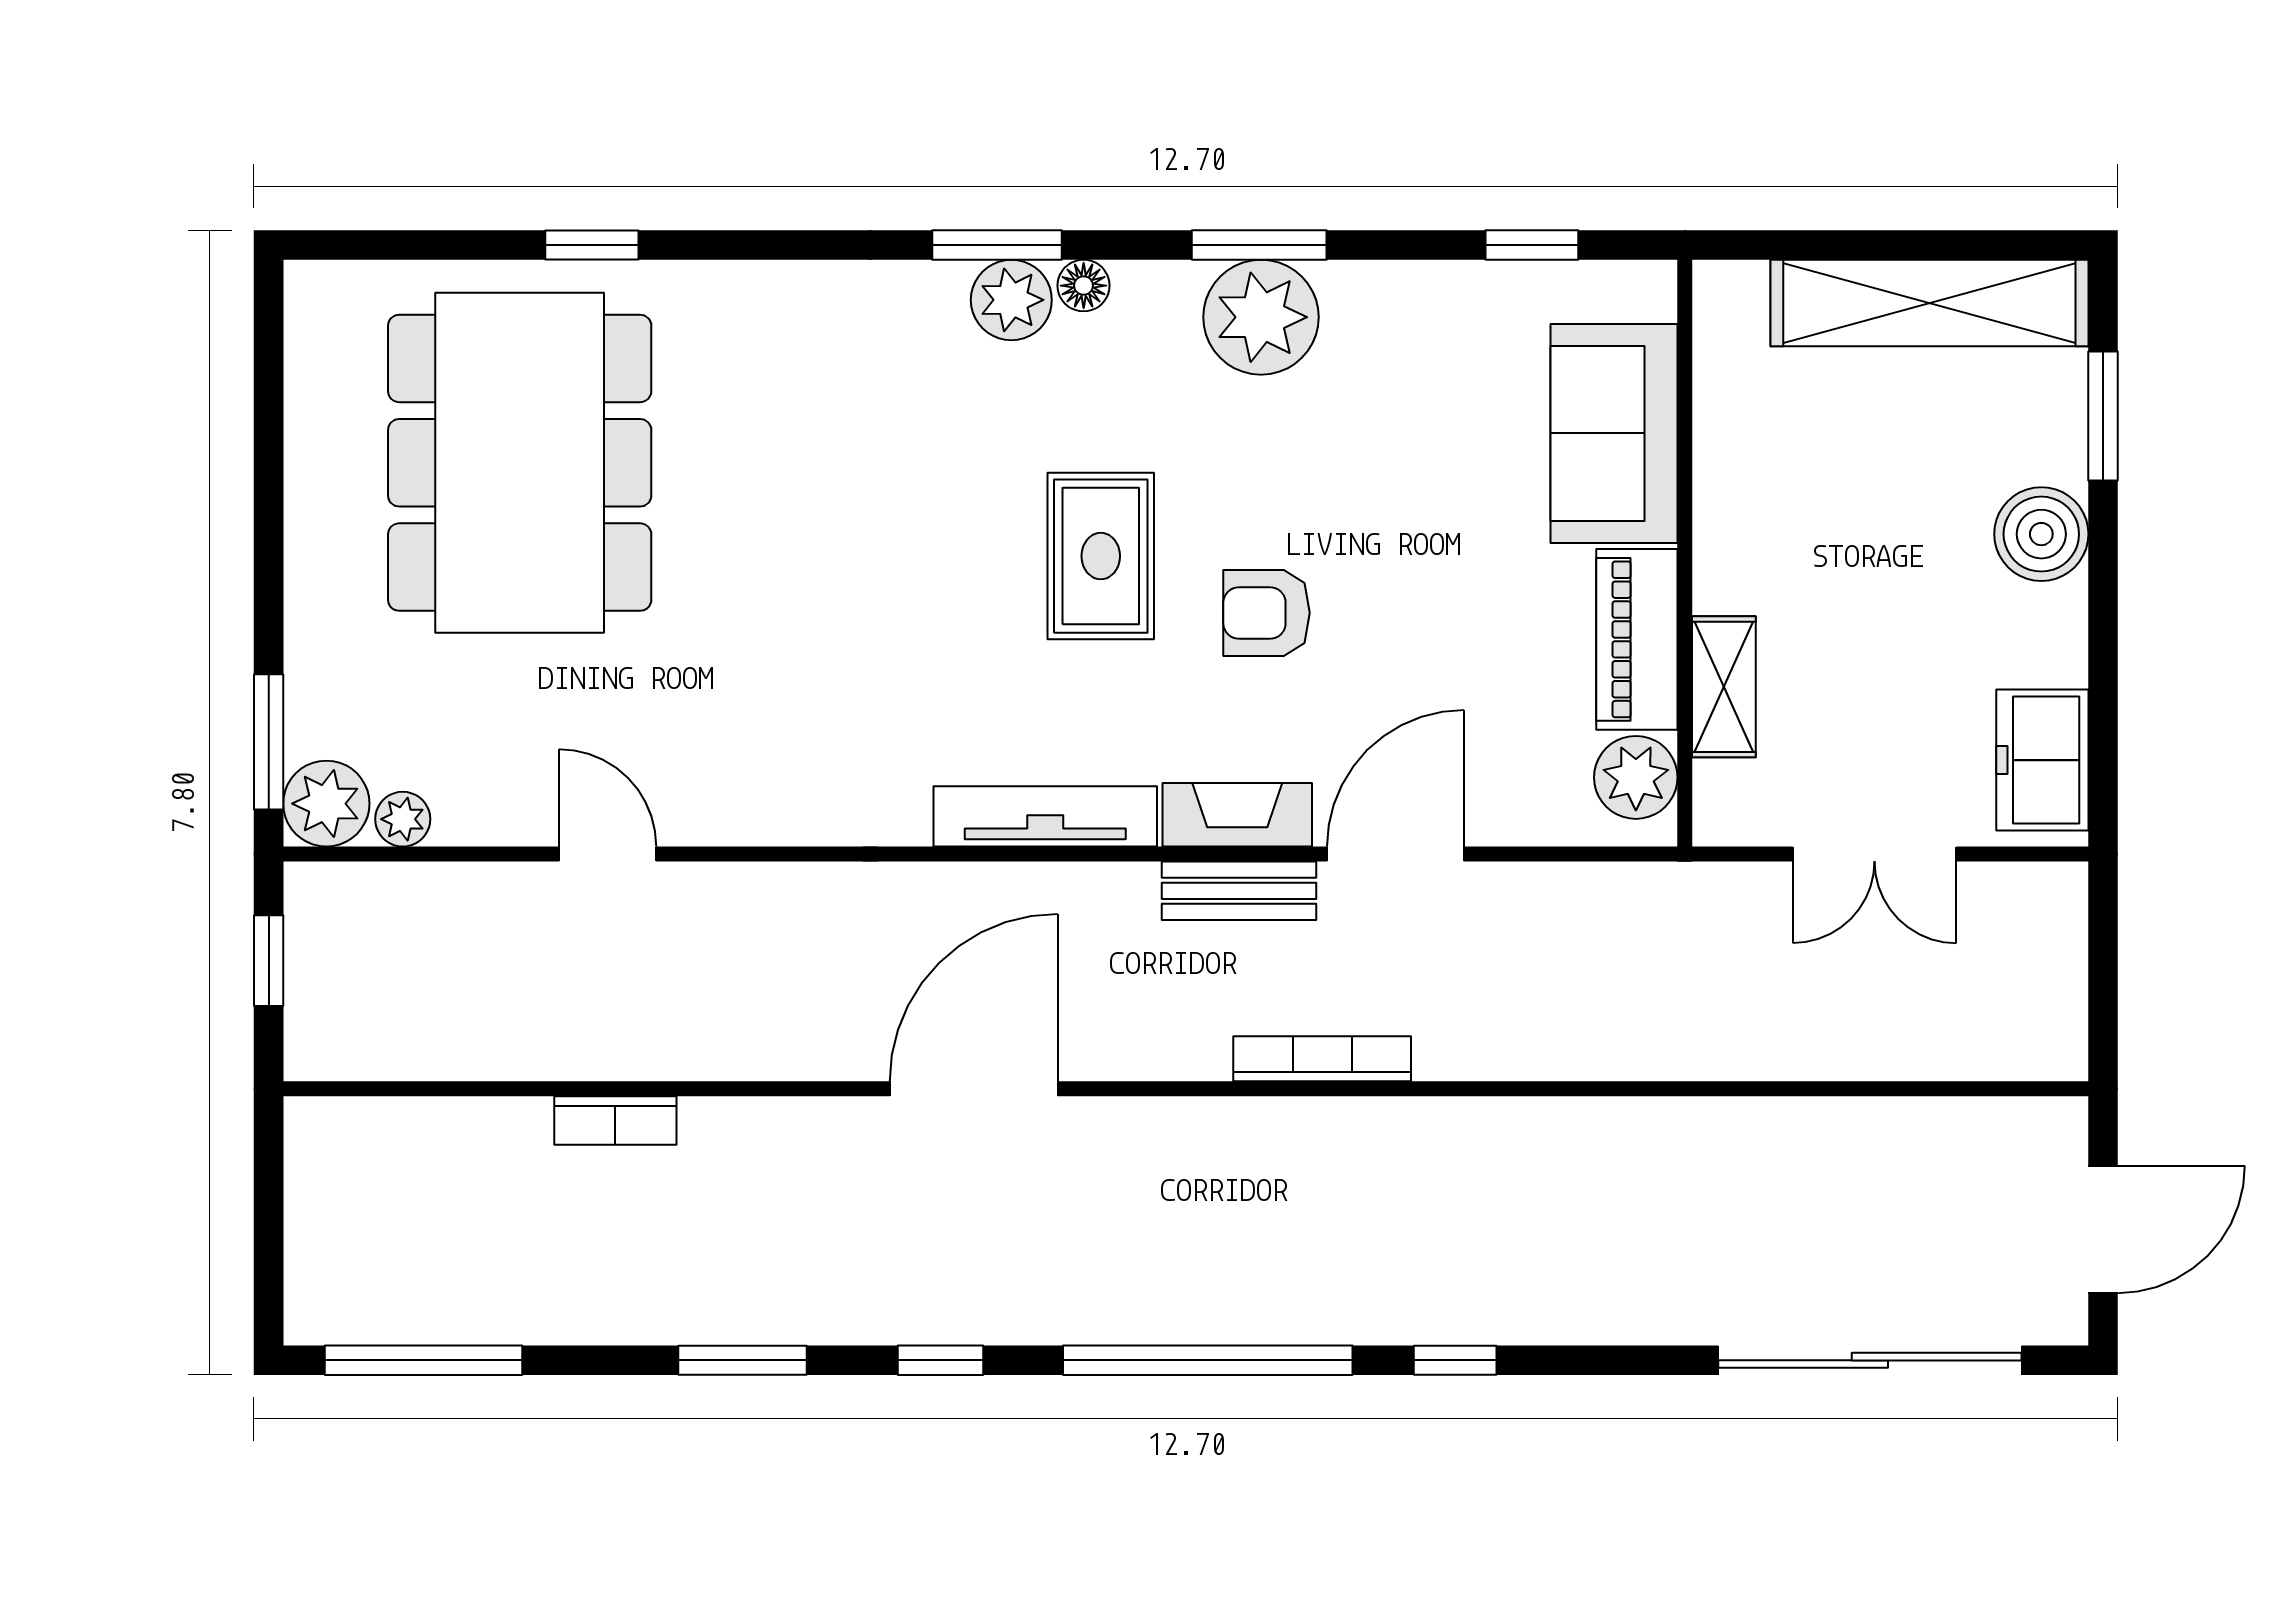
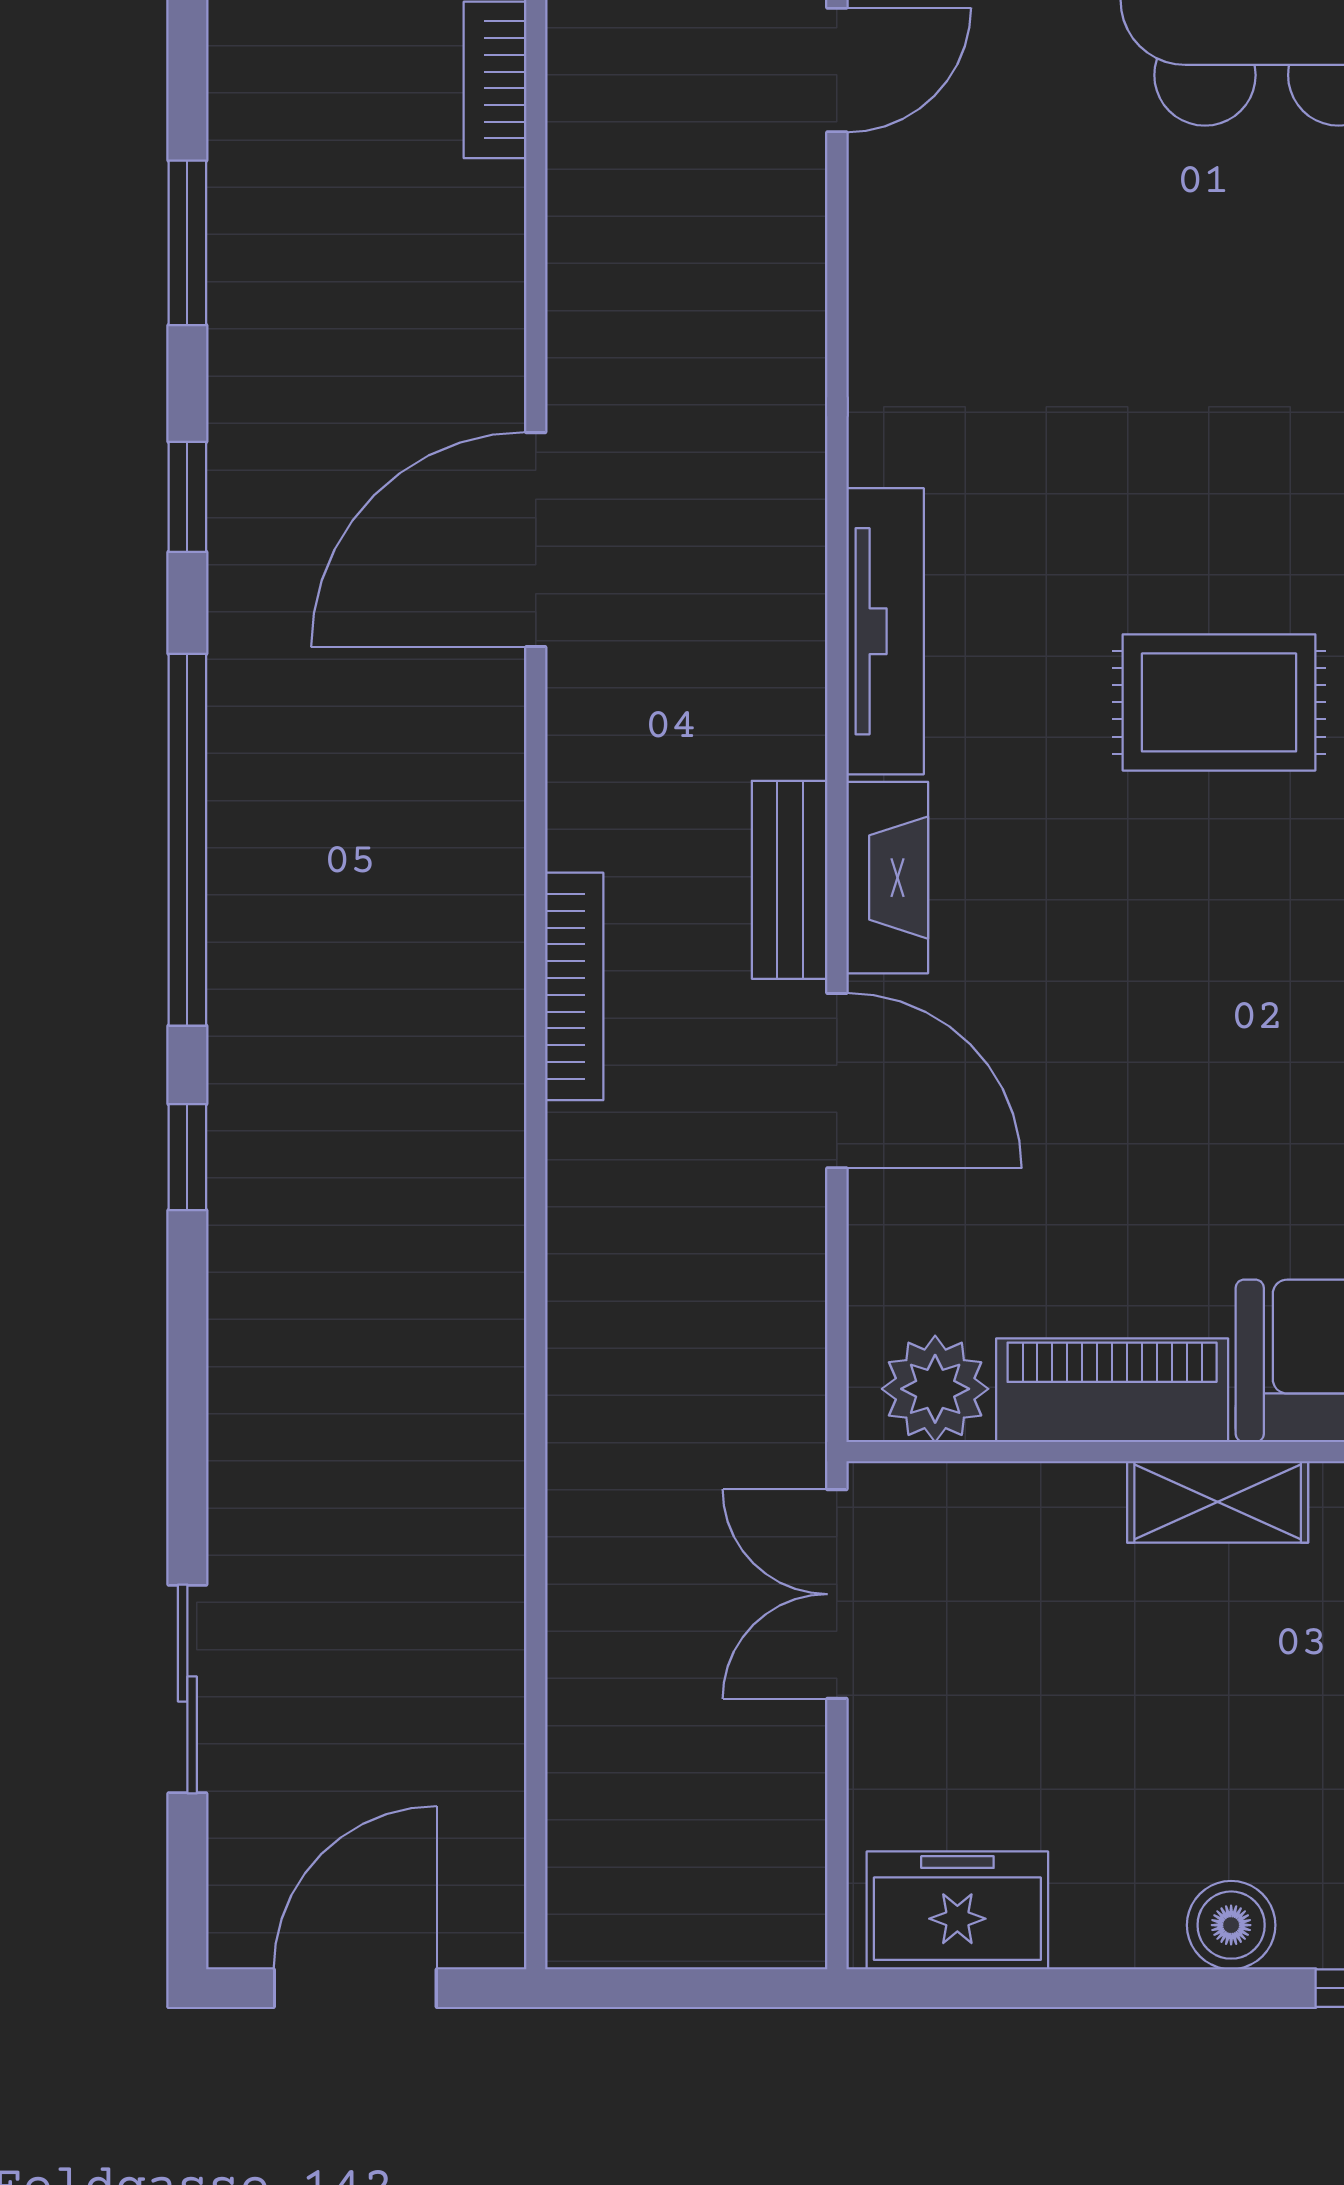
boiler: (2041, 534) -> (1231, 1925), width x0.73, depth x0.73
armchair: (1267, 613) -> (1146, 915), removed
shelving: (1724, 687) -> (1218, 1502), moved
double door: (1874, 854) -> (837, 1594), moved
door: (974, 1089) -> (536, 540), swing flipped
door: (2103, 1229) -> (355, 1988), swing flipped
sliding door: (1870, 1360) -> (187, 1689), width x0.54

